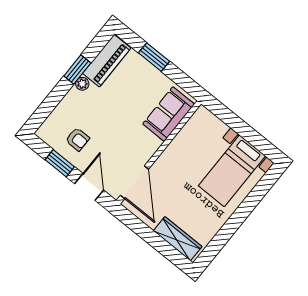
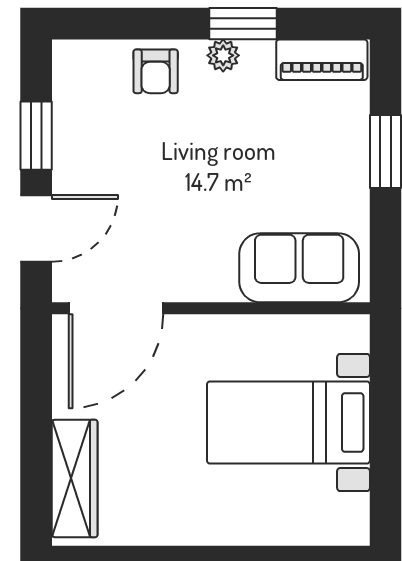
piano: (107, 61) -> (322, 60), width x0.73, depth x0.75
armchair: (77, 139) -> (156, 71), moved
bed with nightstands: (232, 171) -> (288, 422), moved

